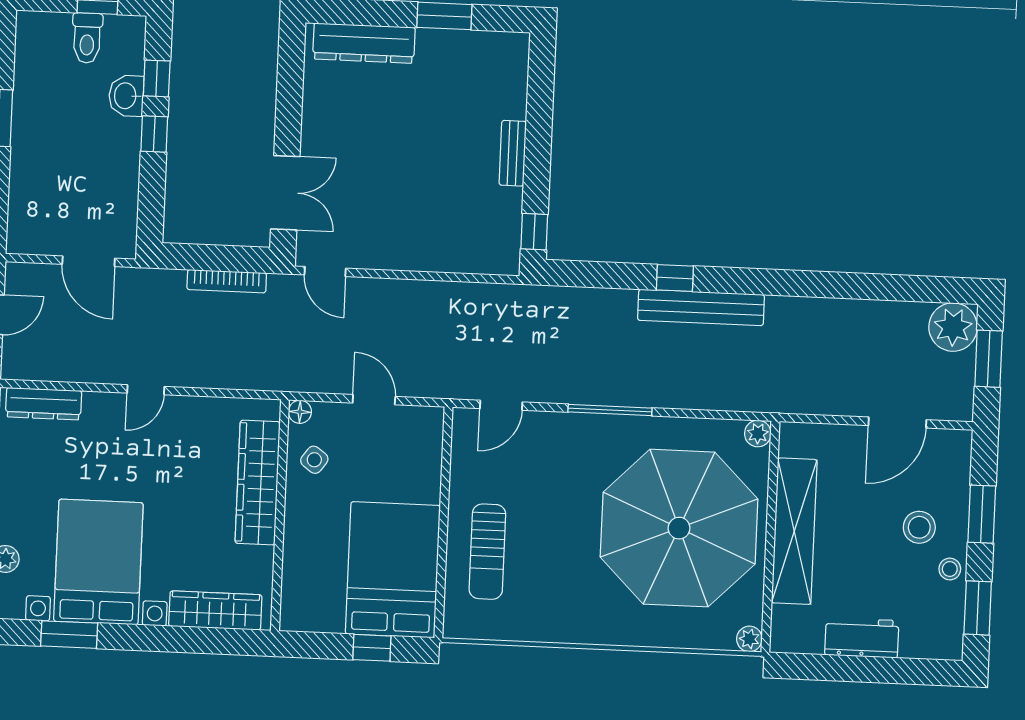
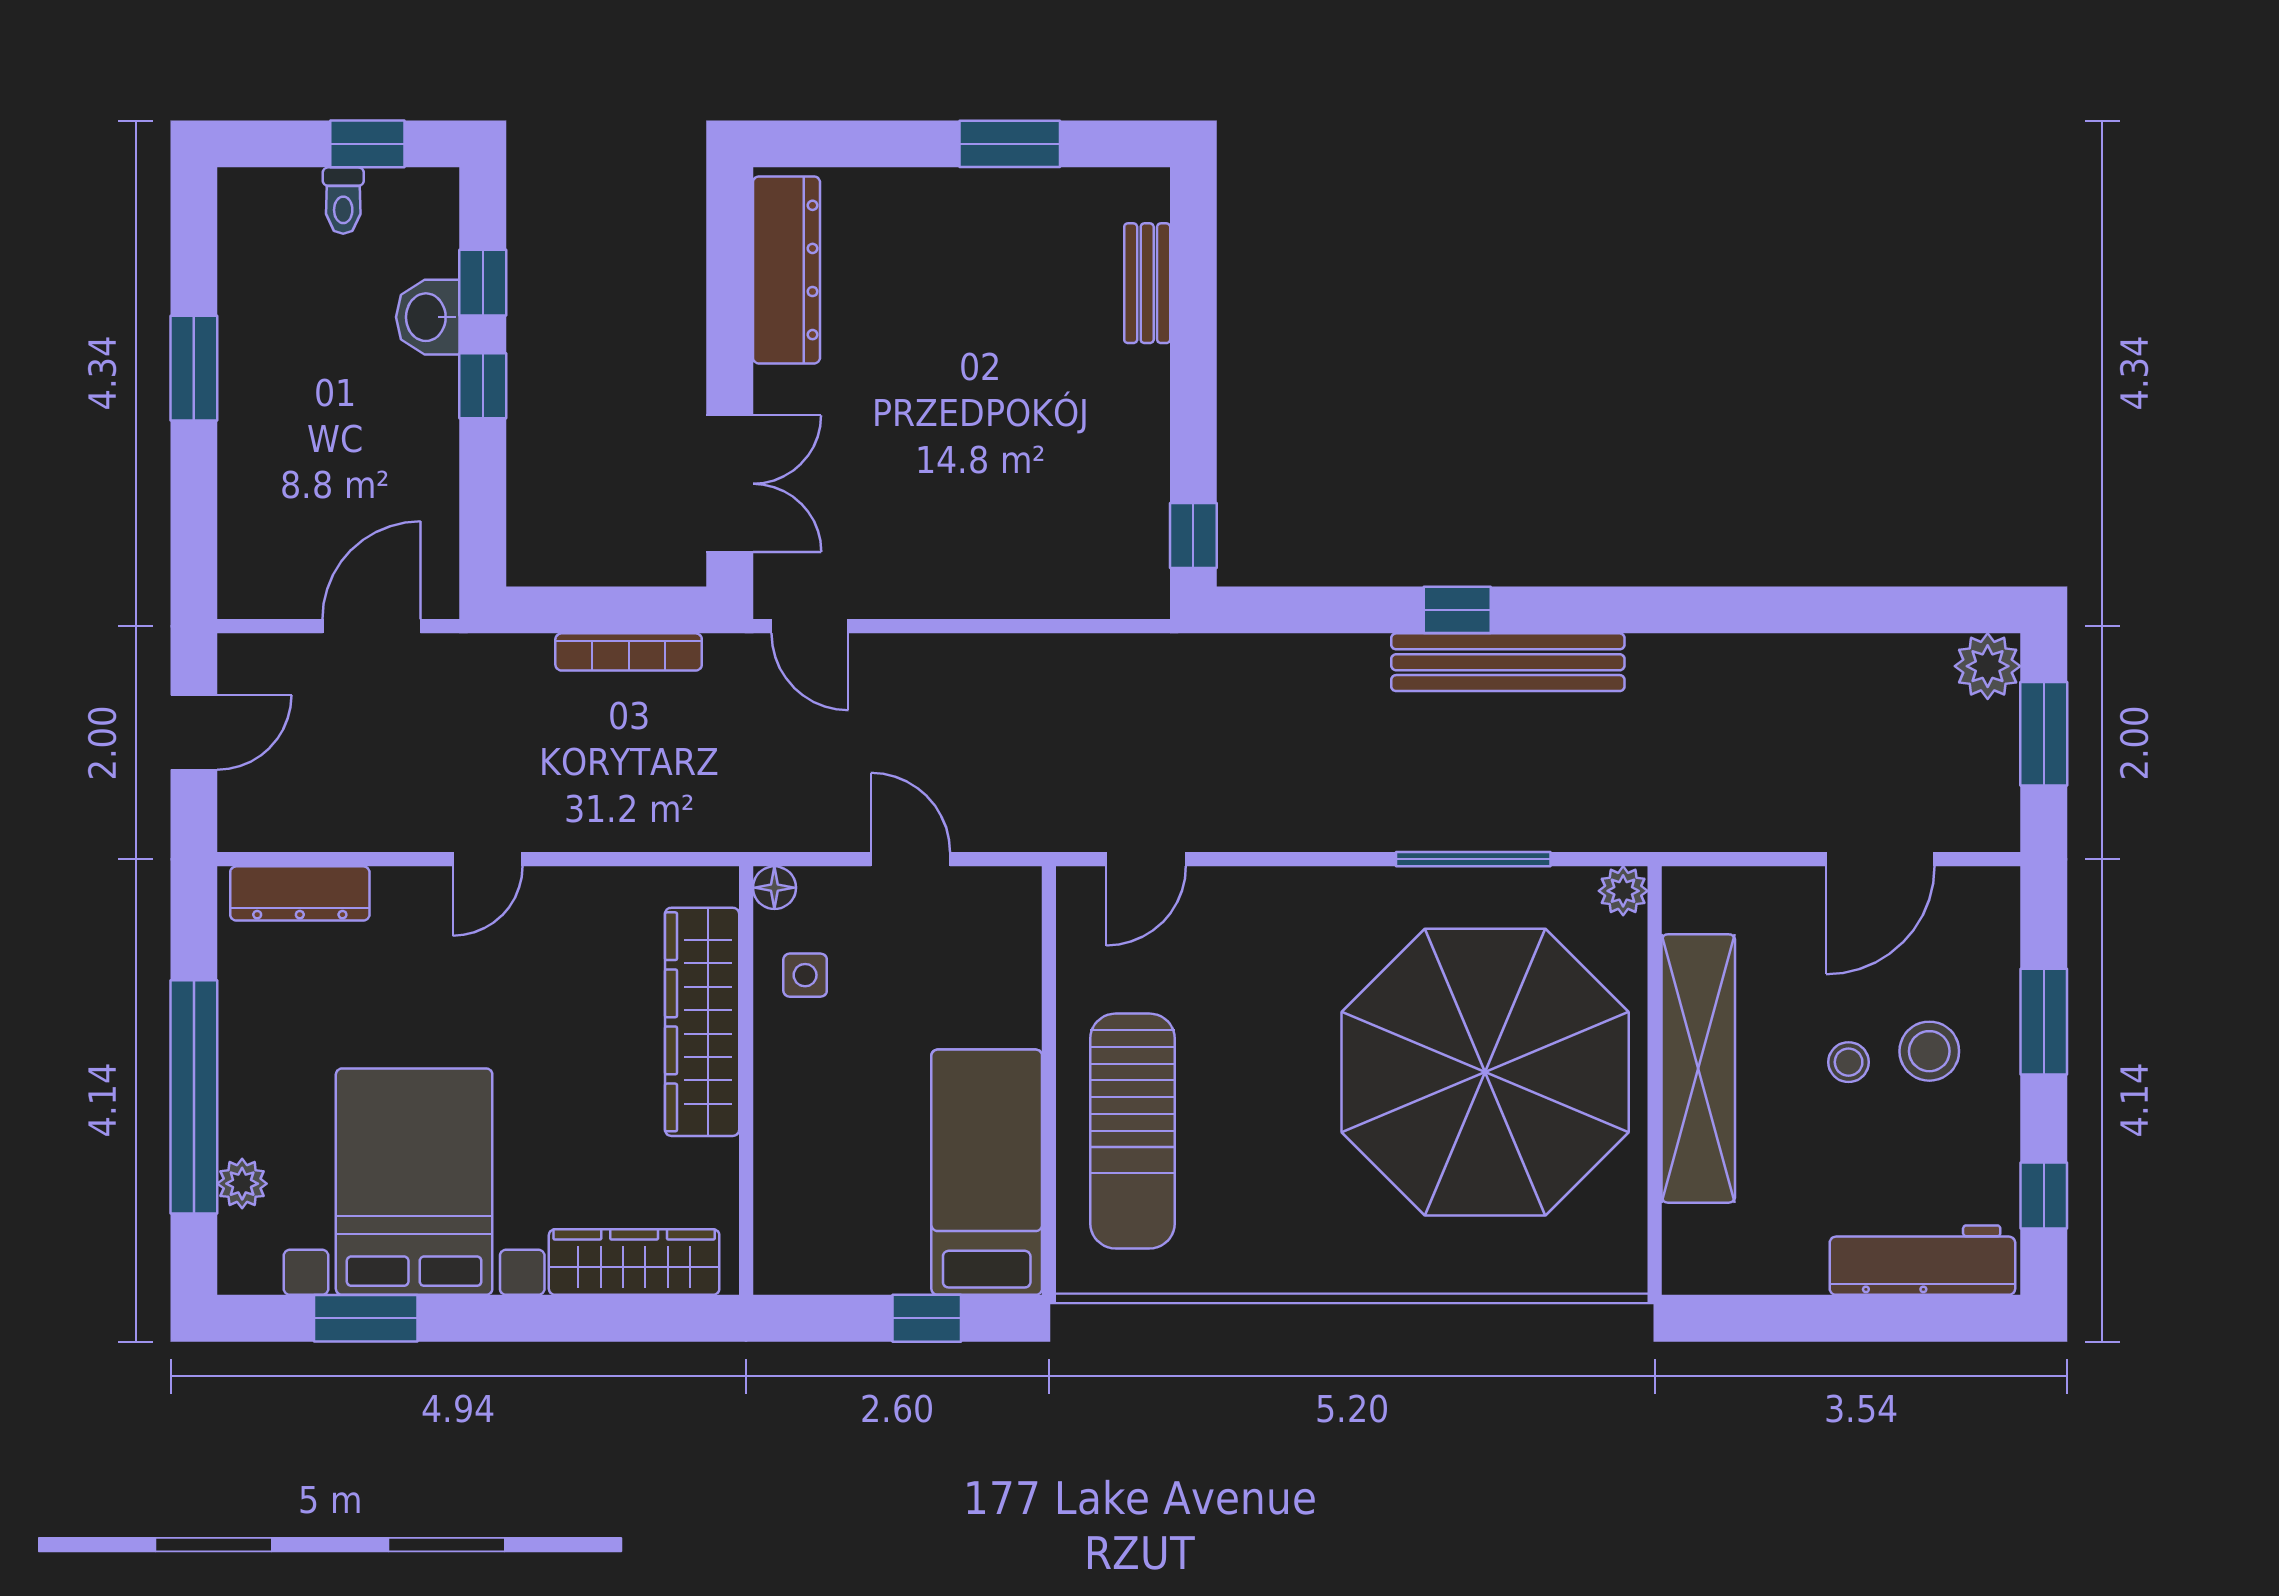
toilet: (87, 38) -> (343, 201), width x0.73, depth x0.72
dresser: (364, 43) -> (786, 270), moved, turned -90
bench: (513, 153) -> (1147, 283), moved
door: (89, 261) -> (372, 626), swing flipped
plant: (953, 327) -> (1988, 666), width x0.73, depth x0.73
window: (610, 410) -> (1473, 859), moved
side table: (314, 460) -> (805, 975), turned -36
sun lounger: (487, 552) -> (1133, 1131), width x1.36, depth x1.34
stool: (950, 569) -> (1849, 1062), moved
bed: (393, 570) -> (987, 1172), width x0.67
window: (978, 608) -> (2044, 1196), width x0.67
workbench: (862, 638) -> (1922, 1260), moved, width x1.38
plant: (749, 639) -> (1624, 1271), removed

